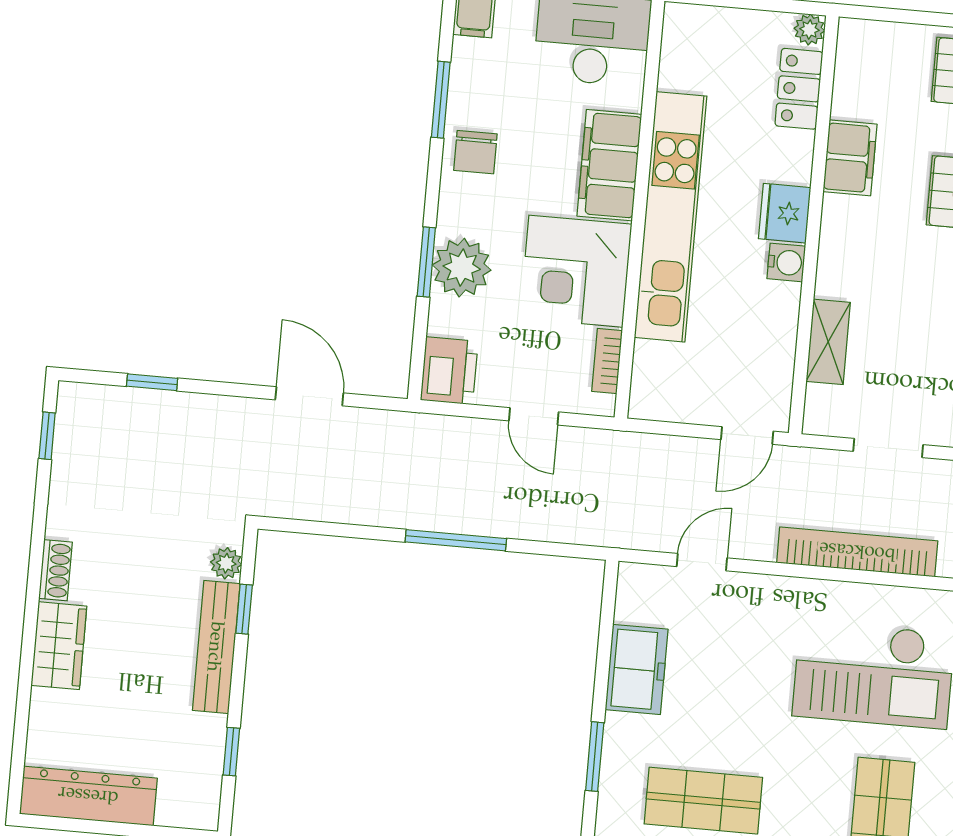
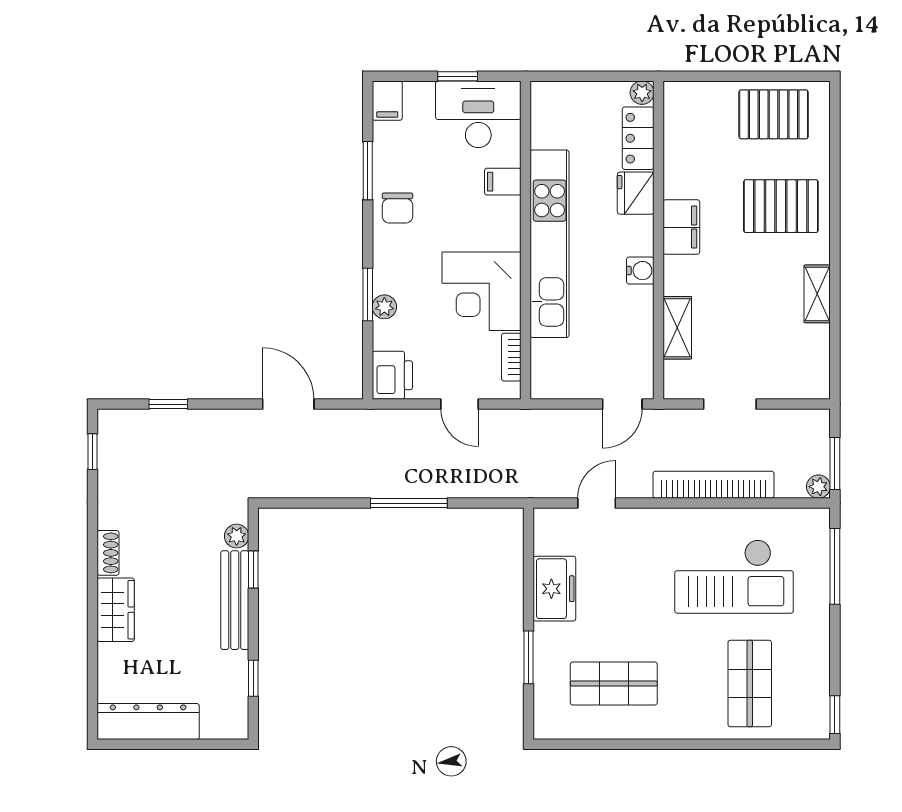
filing cabinet: (850, 158) -> (681, 227), moved
filing cabinet: (609, 165) -> (503, 182), width x0.33, depth x0.86
fridge: (785, 213) -> (636, 193), moved
plant: (462, 268) -> (384, 307), width x0.53, depth x0.53

